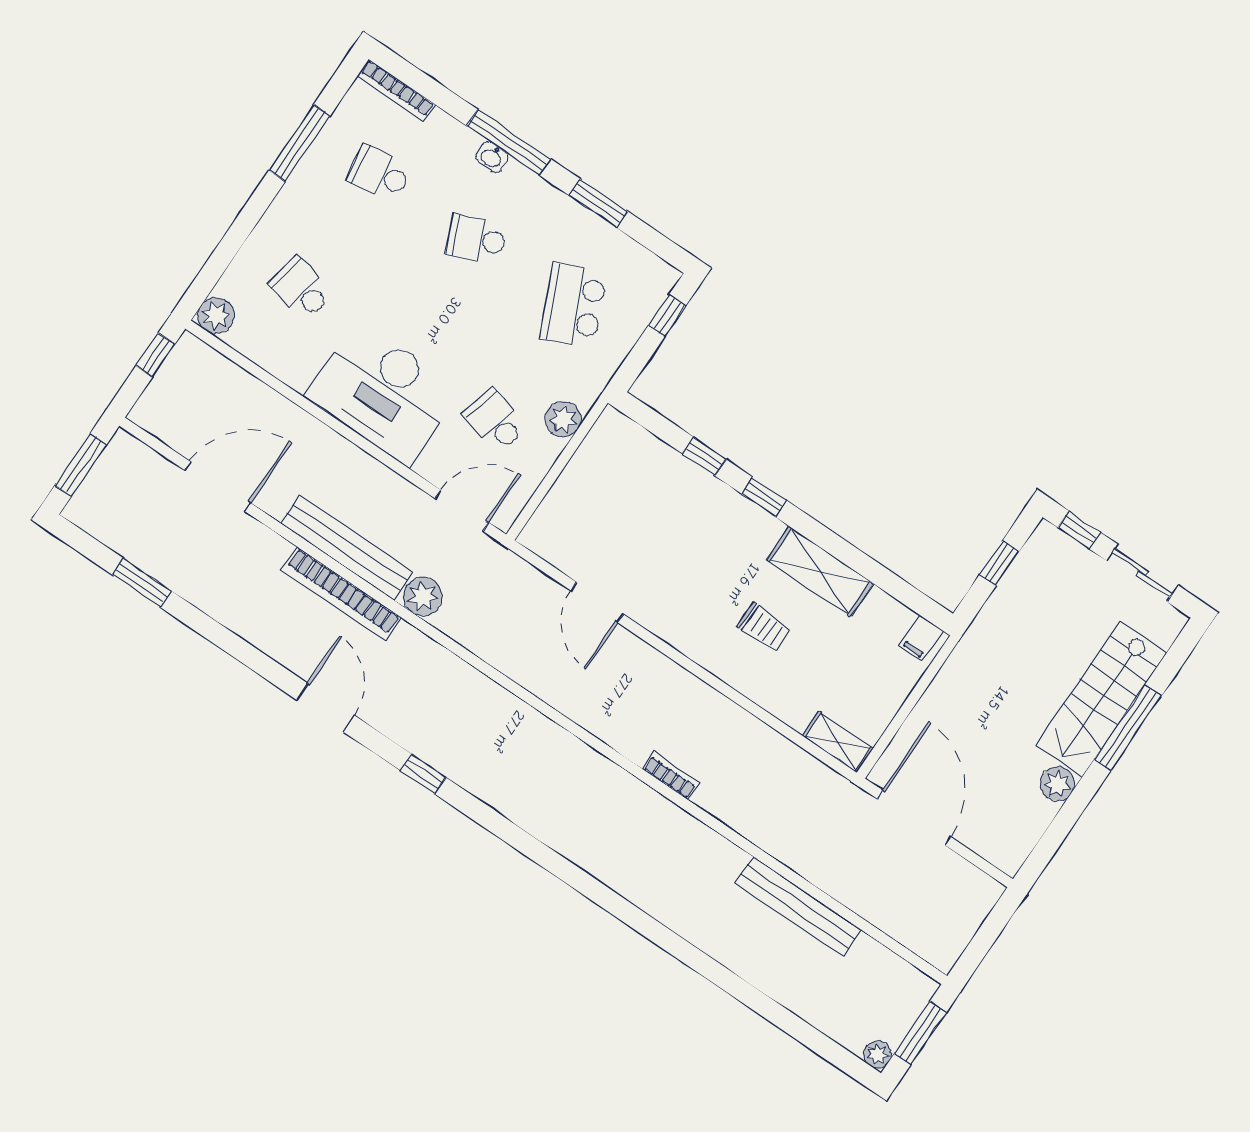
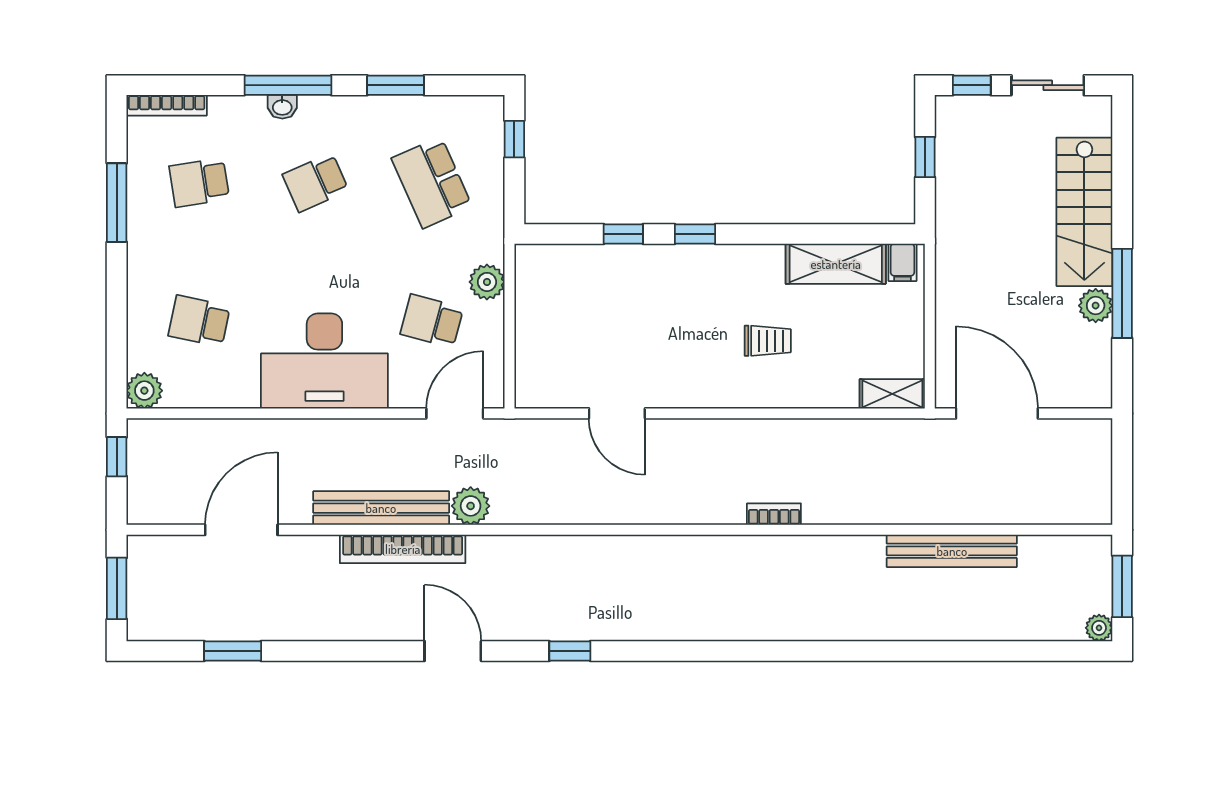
shelving: (820, 571) -> (836, 264), moved
window: (1128, 728) -> (1122, 293), moved

